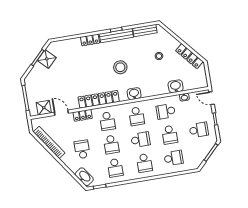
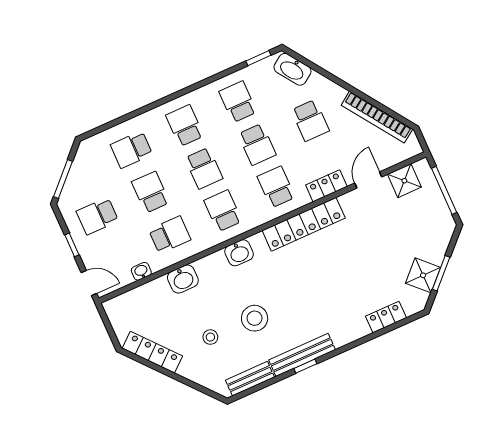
locker: (90, 40) -> (386, 317), moved
stool: (120, 67) -> (255, 318), moved
washbasin: (176, 86) -> (183, 279), moved
door: (61, 113) -> (368, 180), swing flipped
school desk: (140, 140) -> (204, 168), turned -90
school desk: (111, 144) -> (257, 144), turned 180

